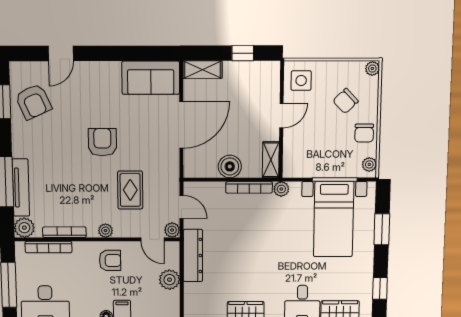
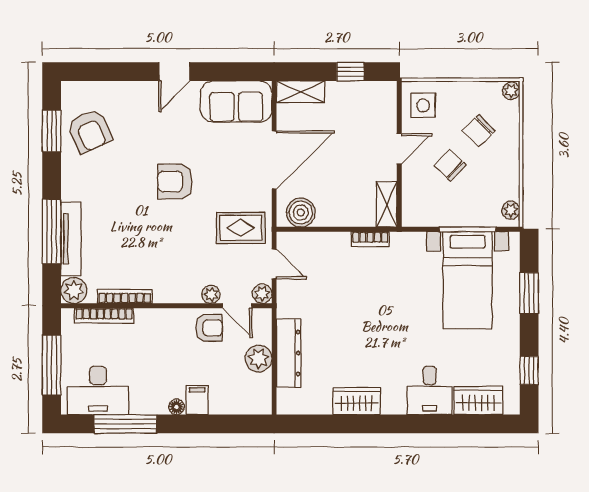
door: (61, 53) -> (174, 72), moved
chair: (364, 133) -> (450, 165), moved, turned 134
armchair: (102, 142) -> (175, 182), turned -90
boiler: (230, 166) -> (301, 213), moved
bookcase: (249, 187) -> (370, 239), width x0.64
plant: (281, 189) -> (400, 241), removed
rug: (130, 190) -> (241, 228), moved, turned 90
plant: (105, 231) -> (211, 294), moved
dresser: (193, 256) -> (289, 353), moved
armchair: (110, 260) -> (209, 328), moved

